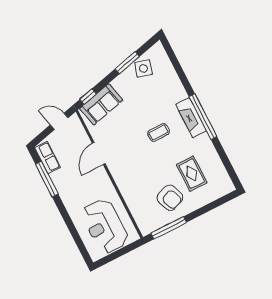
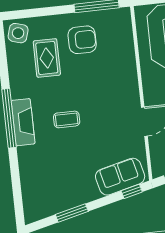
side table: (143, 68) -> (18, 33), moved
armchair: (170, 198) -> (82, 40), turned 110

